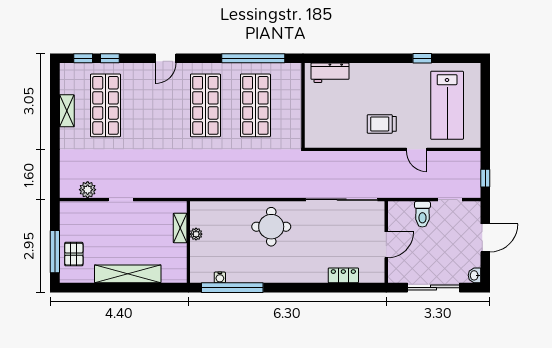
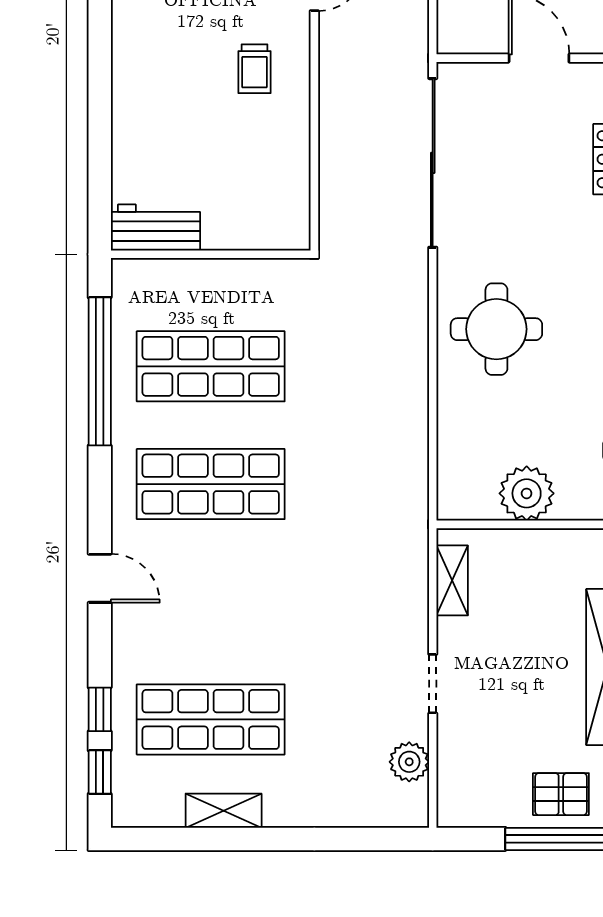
workbench: (330, 73) -> (155, 227), moved, turned -90
trolley: (382, 124) -> (254, 69), width x0.73, depth x0.72
shelving: (180, 228) -> (452, 580), moved, turned 90
plant: (196, 234) -> (527, 493), width x1.88, depth x1.88

